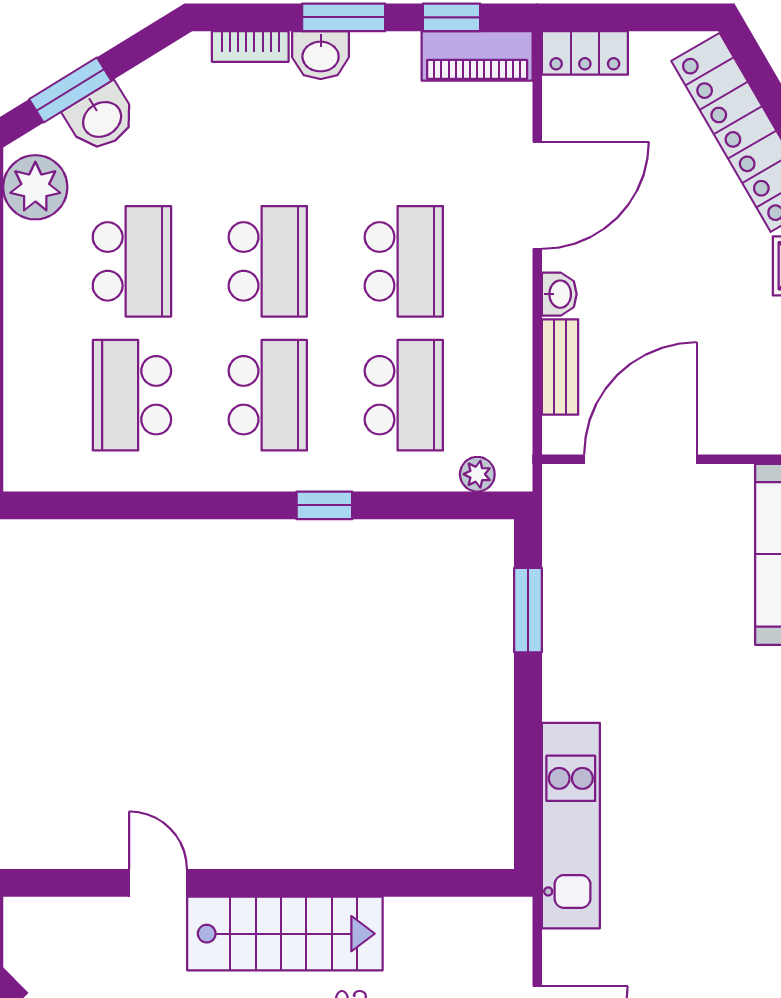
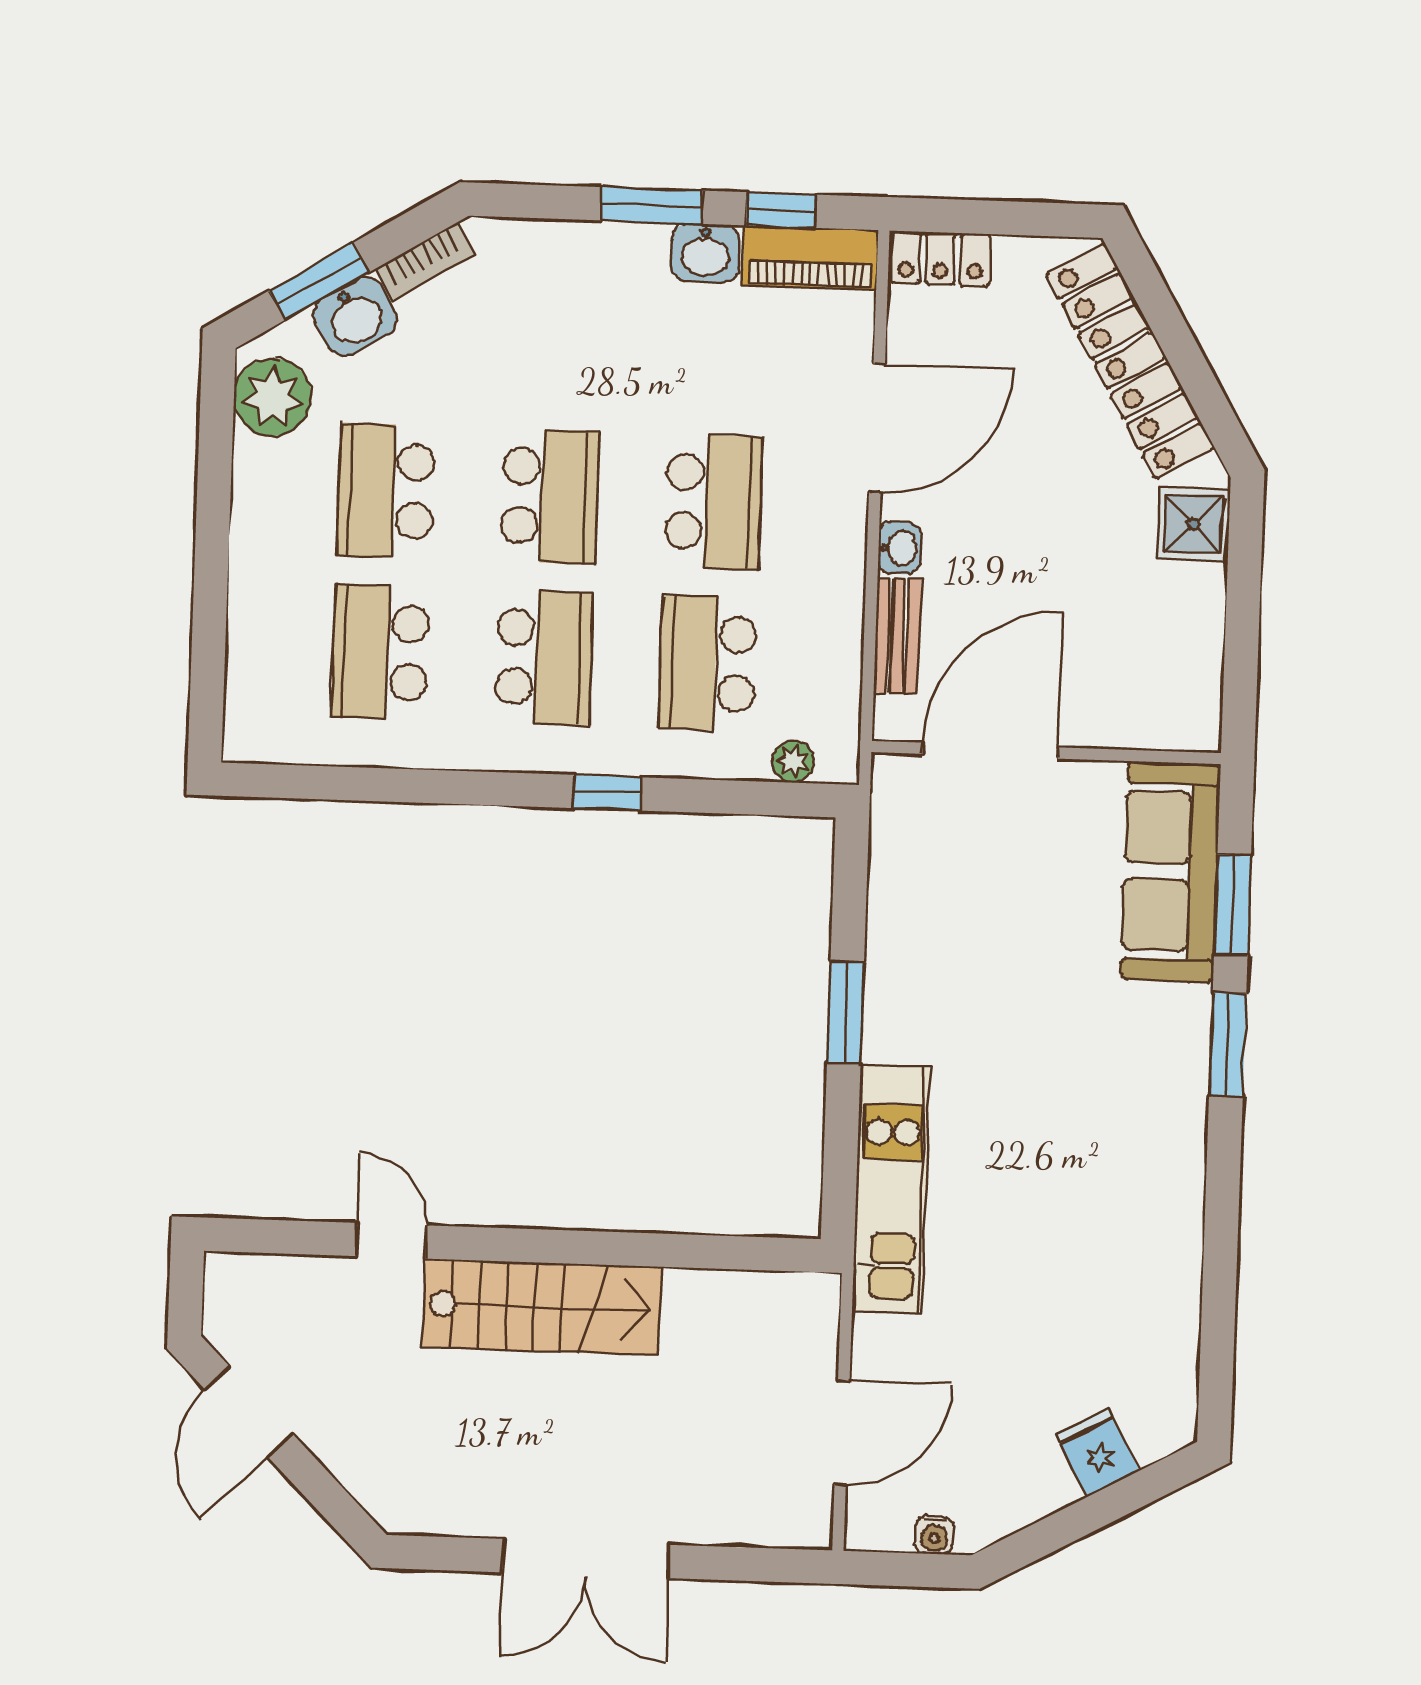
bookcase: (250, 46) -> (425, 262), moved, turned -32
washbasin: (321, 55) -> (705, 253), moved
school desk: (132, 261) -> (386, 491), turned 180
school desk: (404, 395) -> (708, 663), turned 180
window: (528, 610) -> (846, 1013), moved

